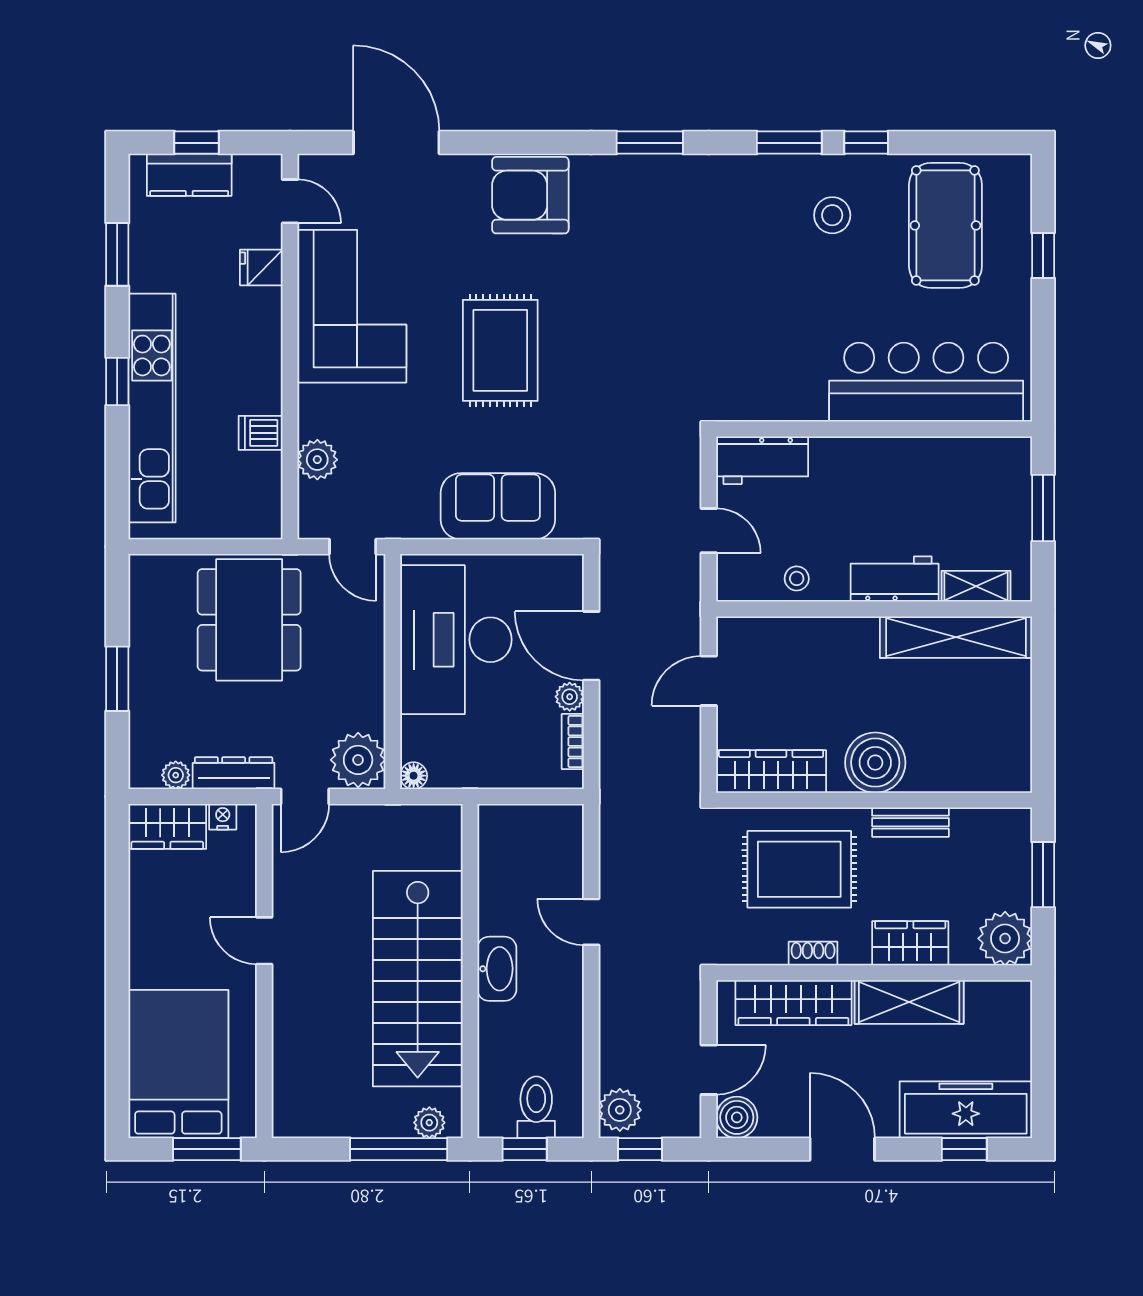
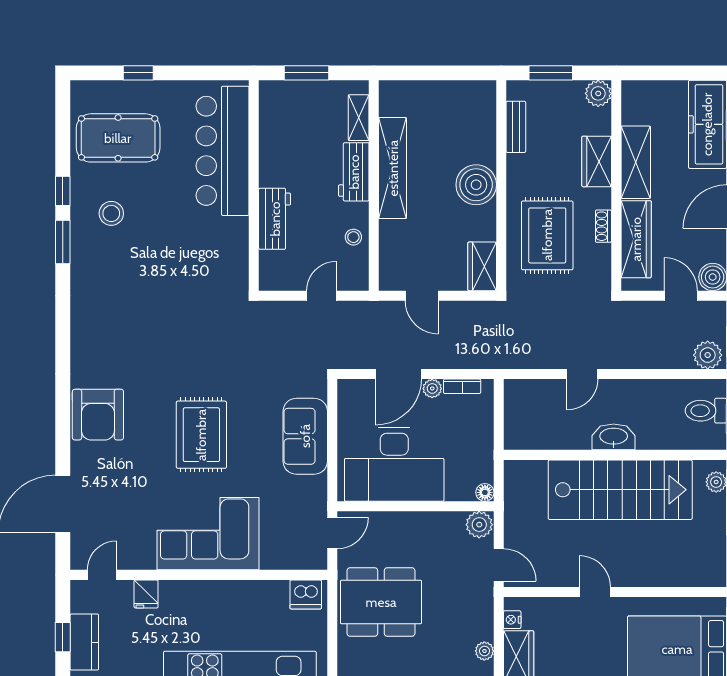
window: (650, 143) -> (63, 335), removed
corner sofa: (352, 306) -> (208, 534), moved
rug: (500, 350) -> (201, 435), turned 90
dishwasher: (261, 433) -> (306, 594), moved, width x1.38
plant: (317, 460) -> (274, 557), removed
workbench: (762, 460) -> (275, 219), moved
shelving: (956, 637) -> (393, 168), moved
plant: (358, 760) -> (479, 525), width x0.73, depth x0.73
wardrobe: (771, 772) -> (482, 266), width x0.67
dresser: (234, 773) -> (483, 612), removed
bench: (910, 822) -> (516, 127), moved
plant: (1005, 938) -> (598, 93), width x0.73, depth x0.73
door: (264, 941) -> (595, 592), swing flipped

